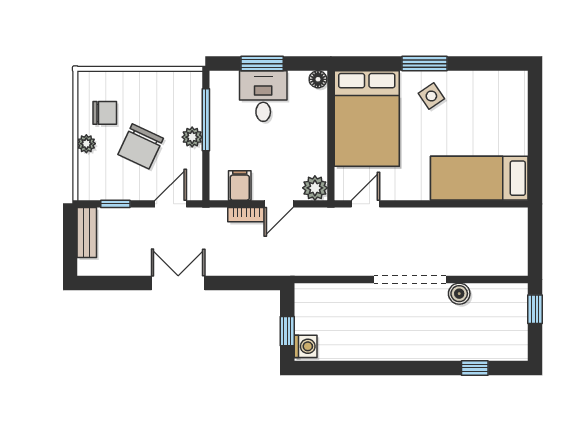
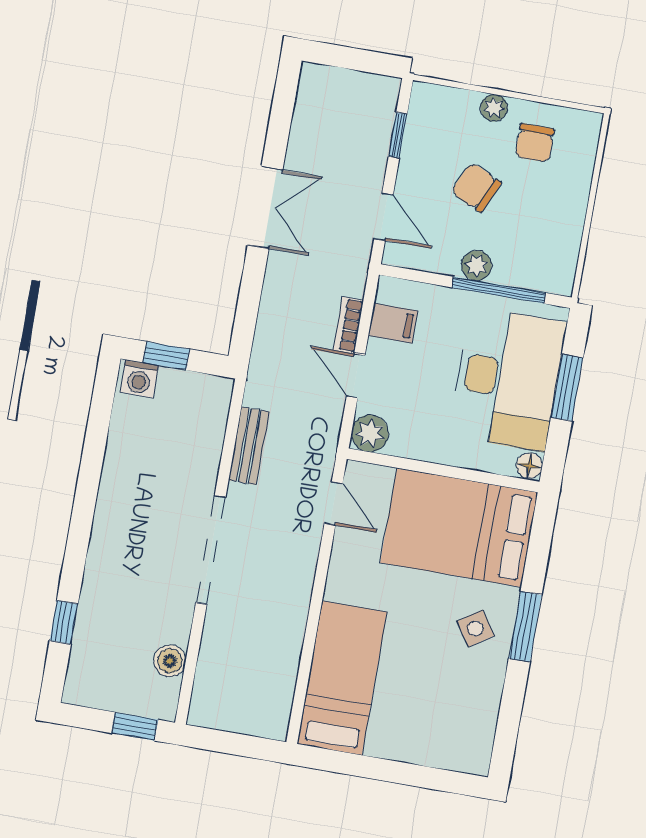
desk: (263, 96) -> (507, 379), width x1.87, depth x1.30
chair: (141, 146) -> (476, 187), width x0.73, depth x0.73
bench: (87, 233) -> (249, 446), moved, turned 90
boiler: (459, 294) -> (170, 661), moved

